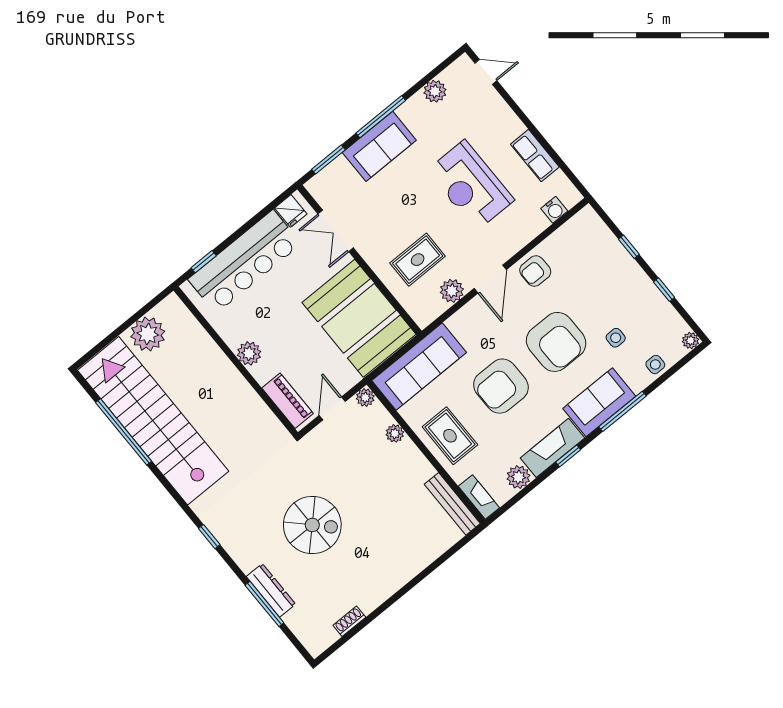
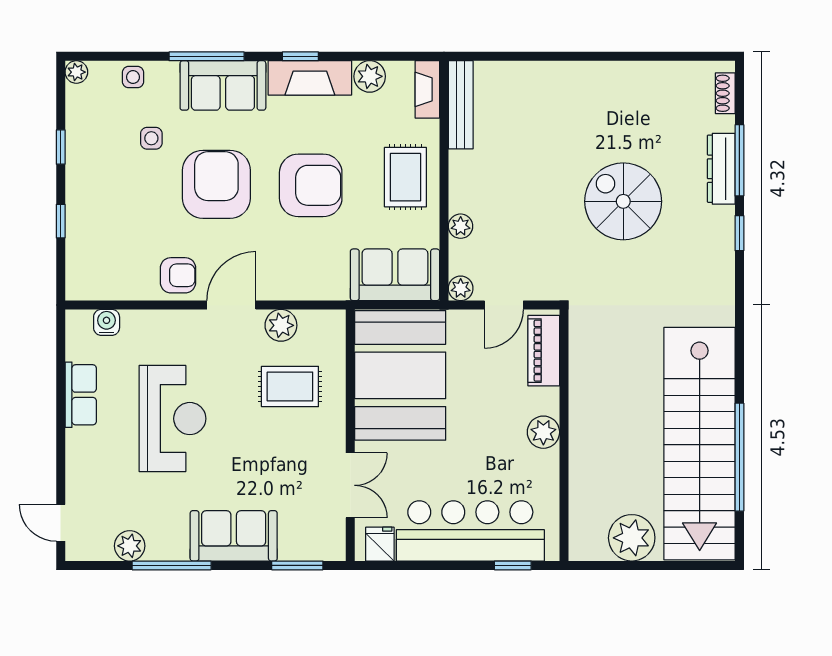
window: (381, 117) -> (172, 565), moved
sofa: (419, 367) -> (395, 275), width x0.73
window: (209, 537) -> (739, 233), moved
shoe rack: (349, 621) -> (725, 93), moved, turned 90

